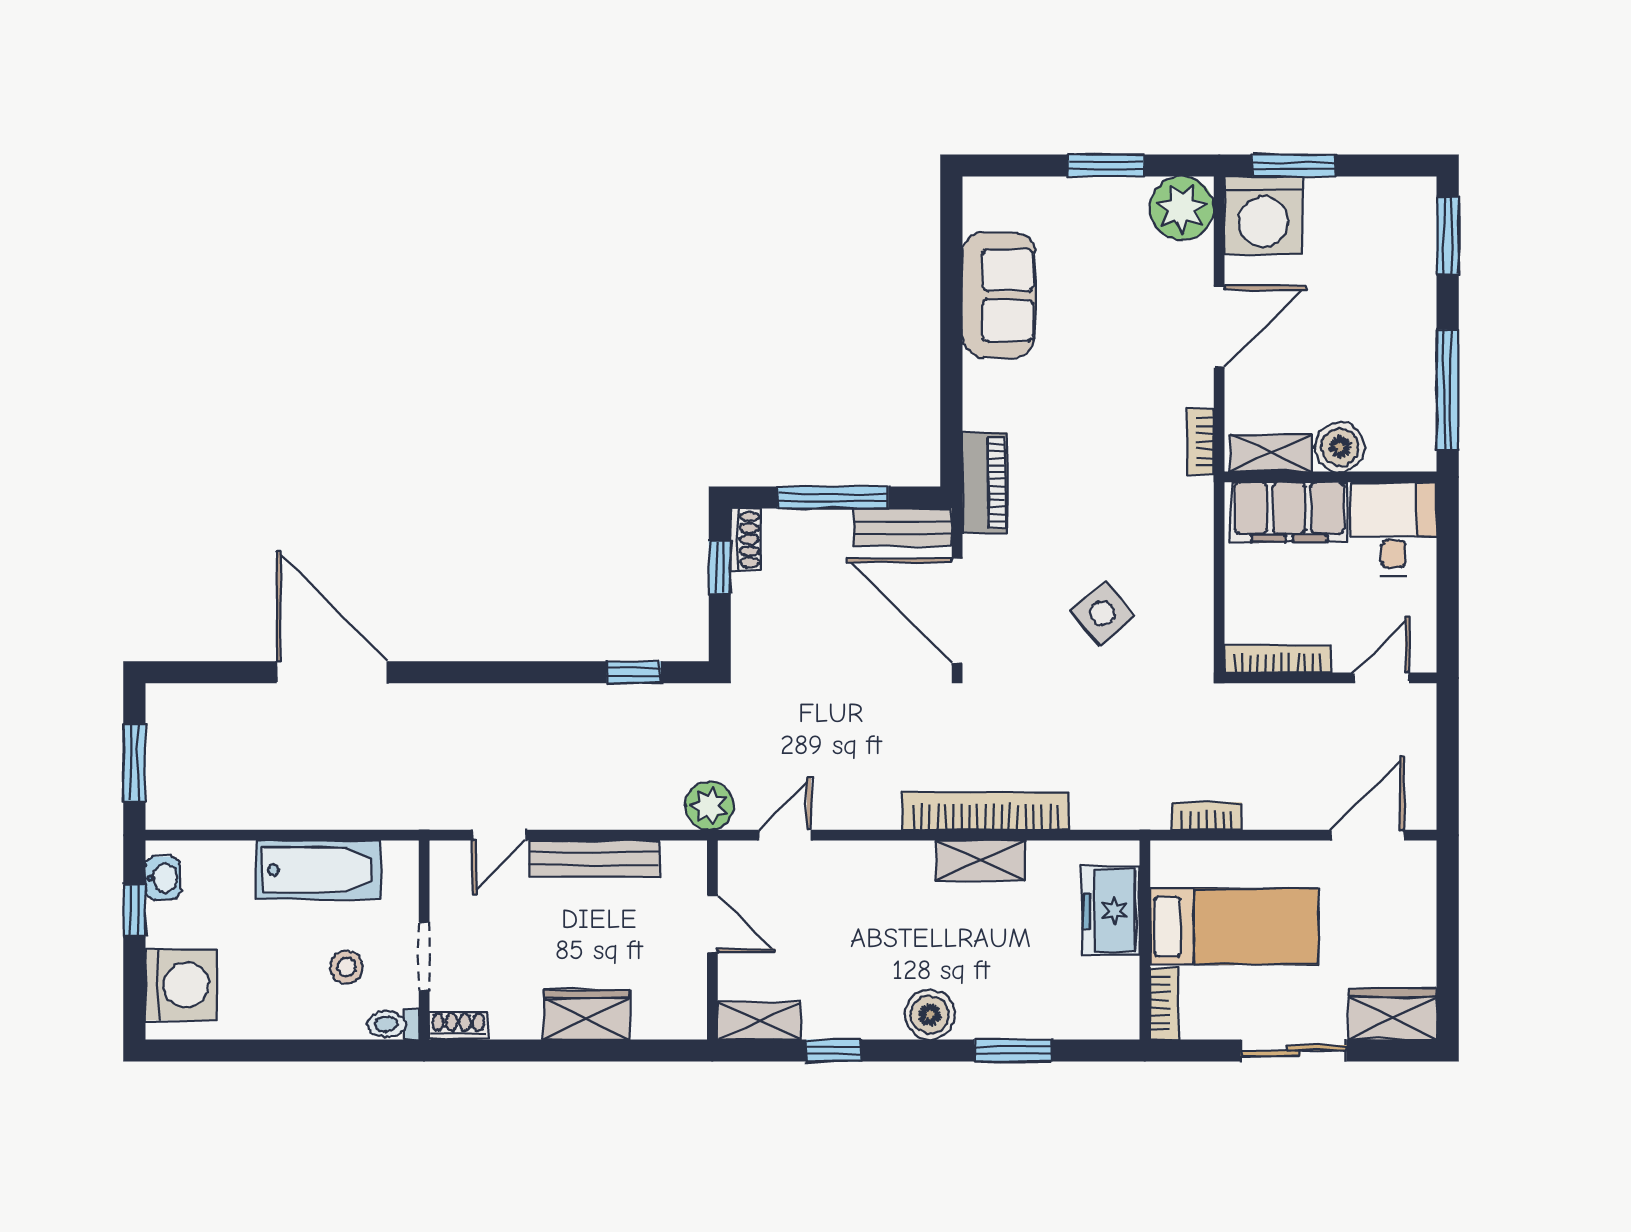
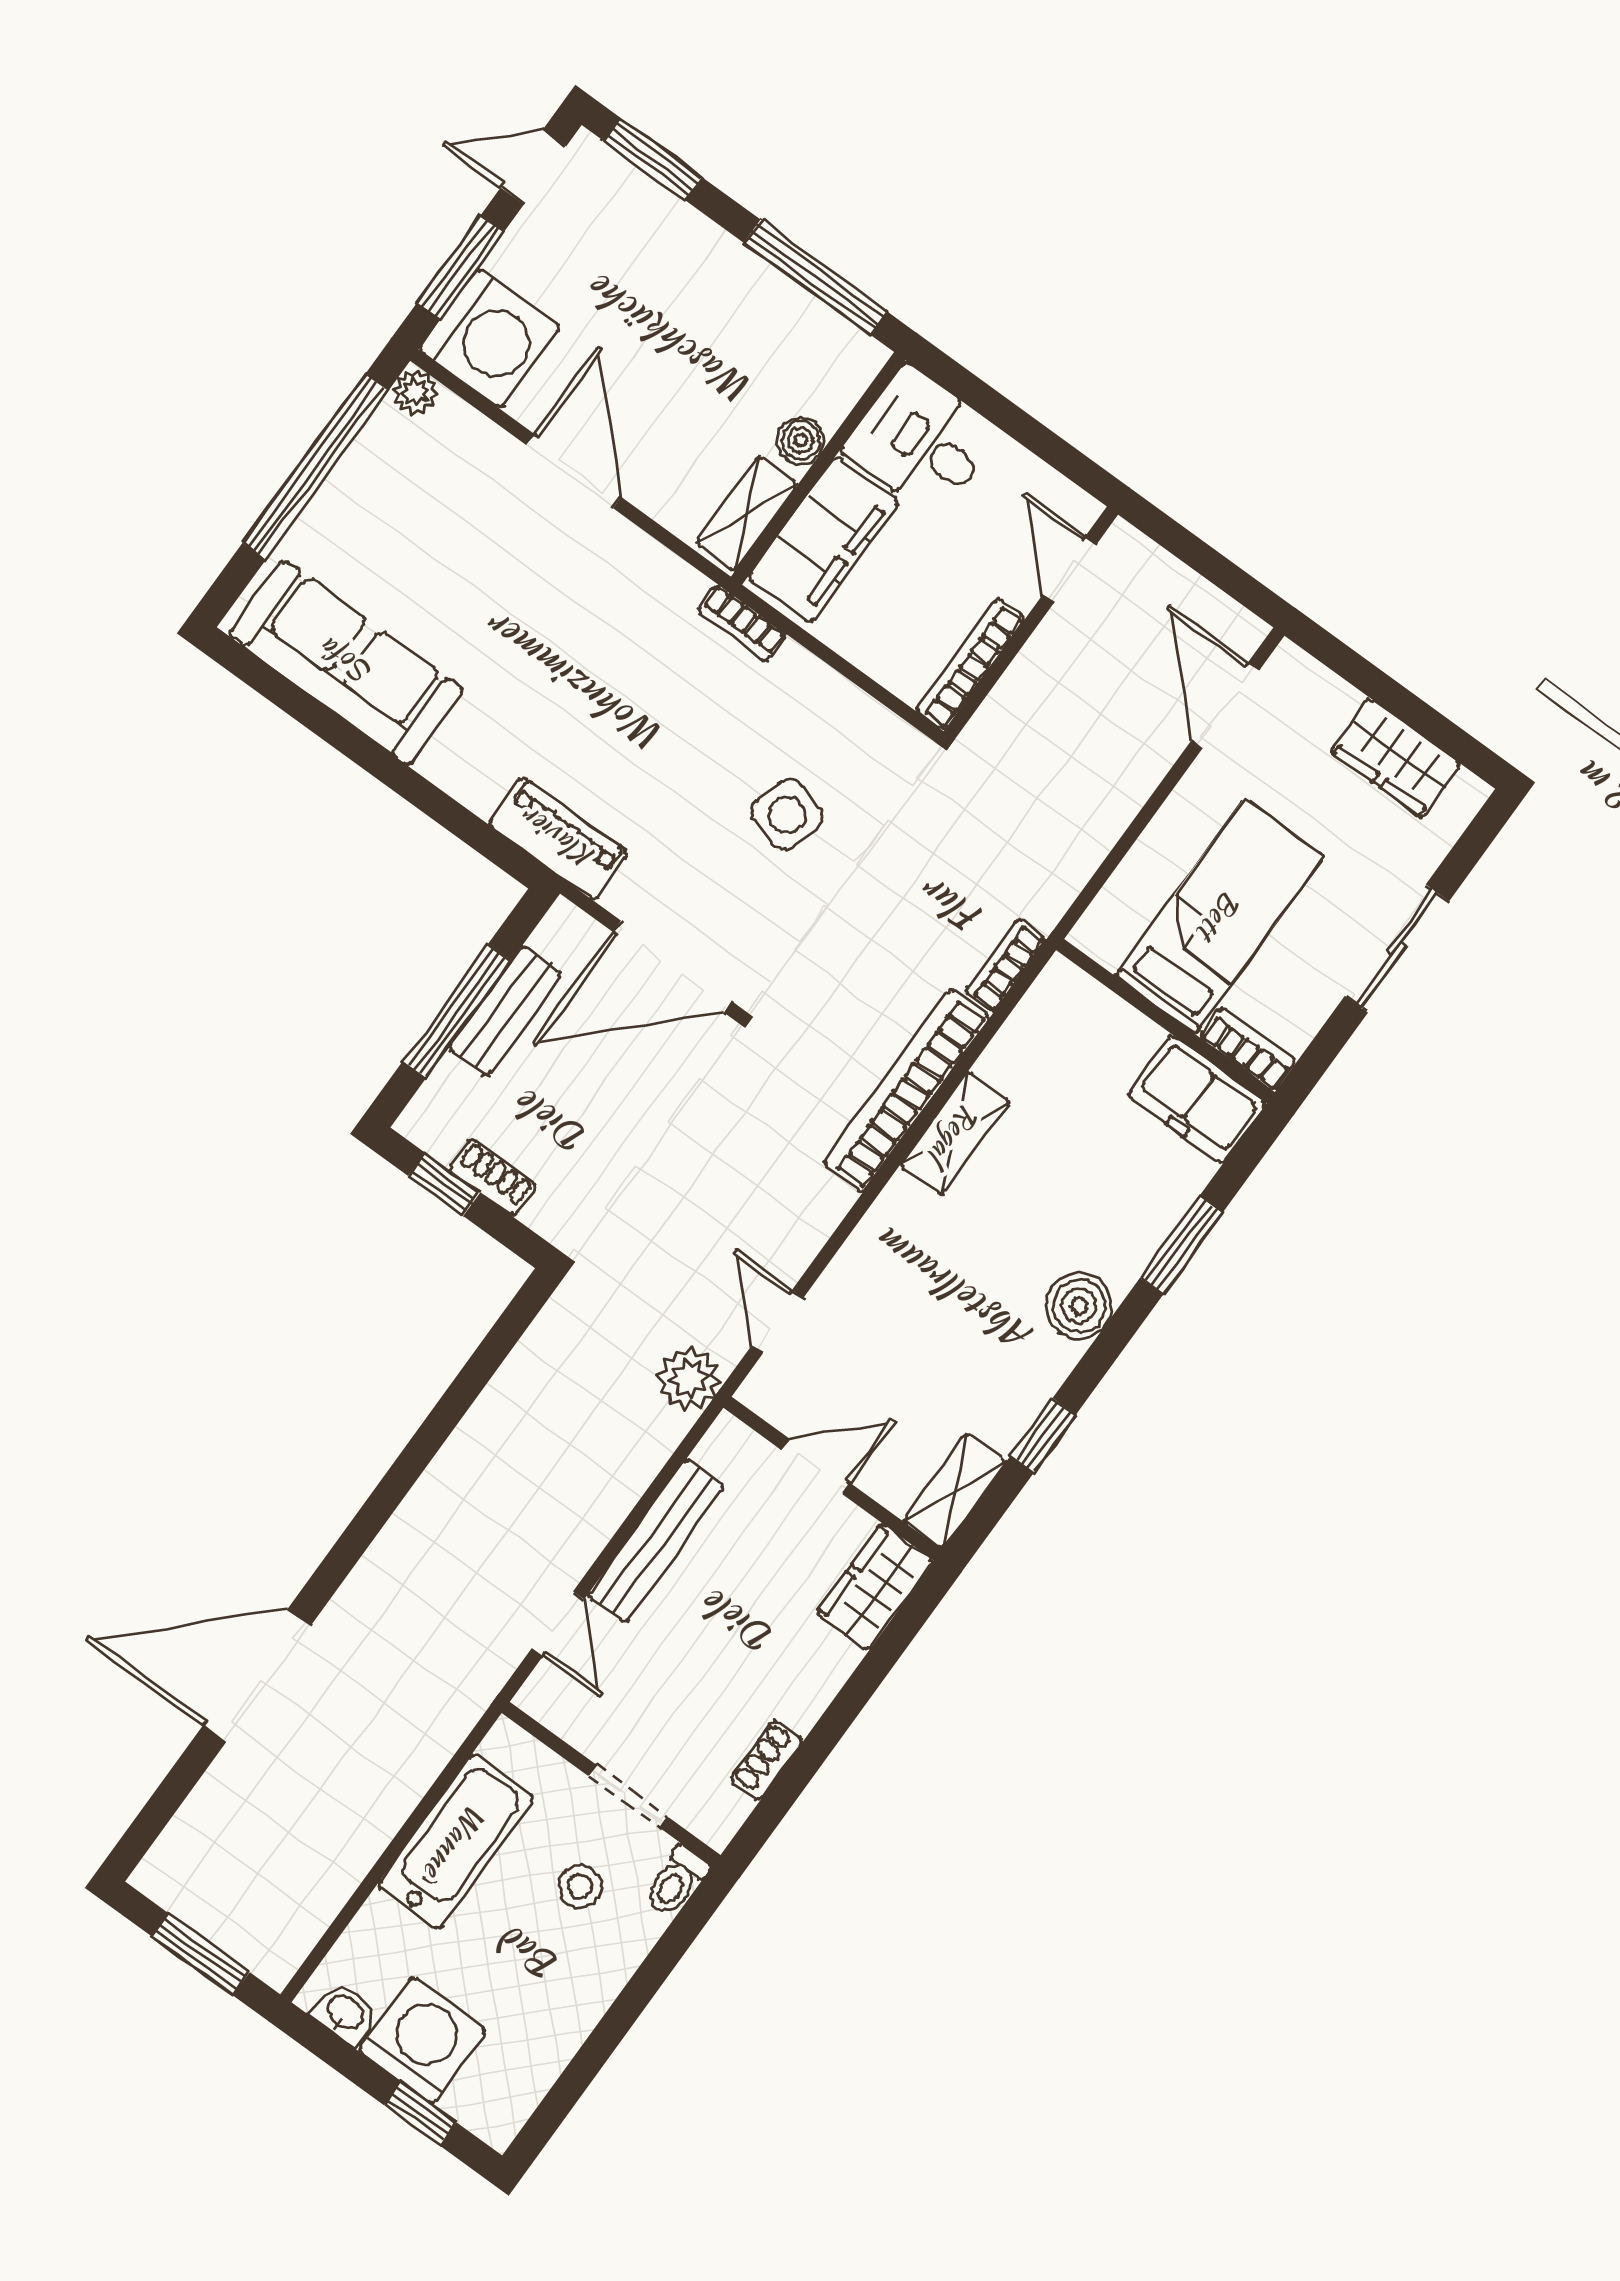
window: (1106, 165) -> (316, 467), width x2.11
door: (1389, 165) -> (533, 167), added
plant: (1182, 208) -> (415, 392), width x0.53, depth x0.53
sofa: (999, 295) -> (346, 662), width x1.36
bookcase: (1201, 441) -> (742, 623), moved
boiler: (1340, 447) -> (801, 441), width x0.73, depth x0.73
bench: (903, 527) -> (505, 1011), moved
shoe rack: (746, 540) -> (493, 1178), moved
side table: (1102, 613) -> (787, 815), turned -32
window: (634, 672) -> (489, 1356), removed
bookcase: (1207, 816) -> (1005, 966), moved
window: (134, 910) -> (420, 2114), moved
freezer: (1111, 911) -> (1197, 1100), moved
washing machine: (181, 985) -> (422, 2040), moved
wardrobe: (1393, 1014) -> (1396, 758), moved, turned -90
wardrobe: (586, 1015) -> (875, 1587), moved
shoe rack: (458, 1026) -> (767, 1760), moved

